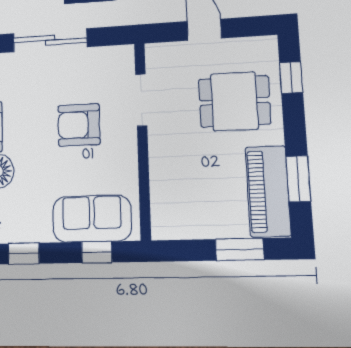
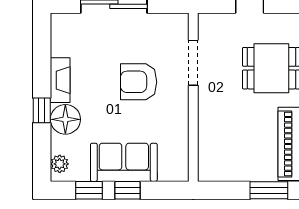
sofa: (92, 219) -> (124, 162), moved
window: (97, 252) -> (127, 190), moved

